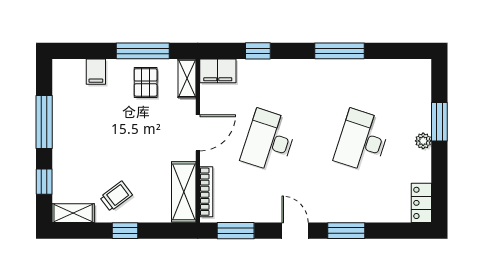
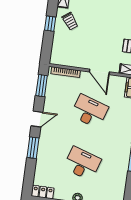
shelving: (184, 192) -> (67, 59), removed

